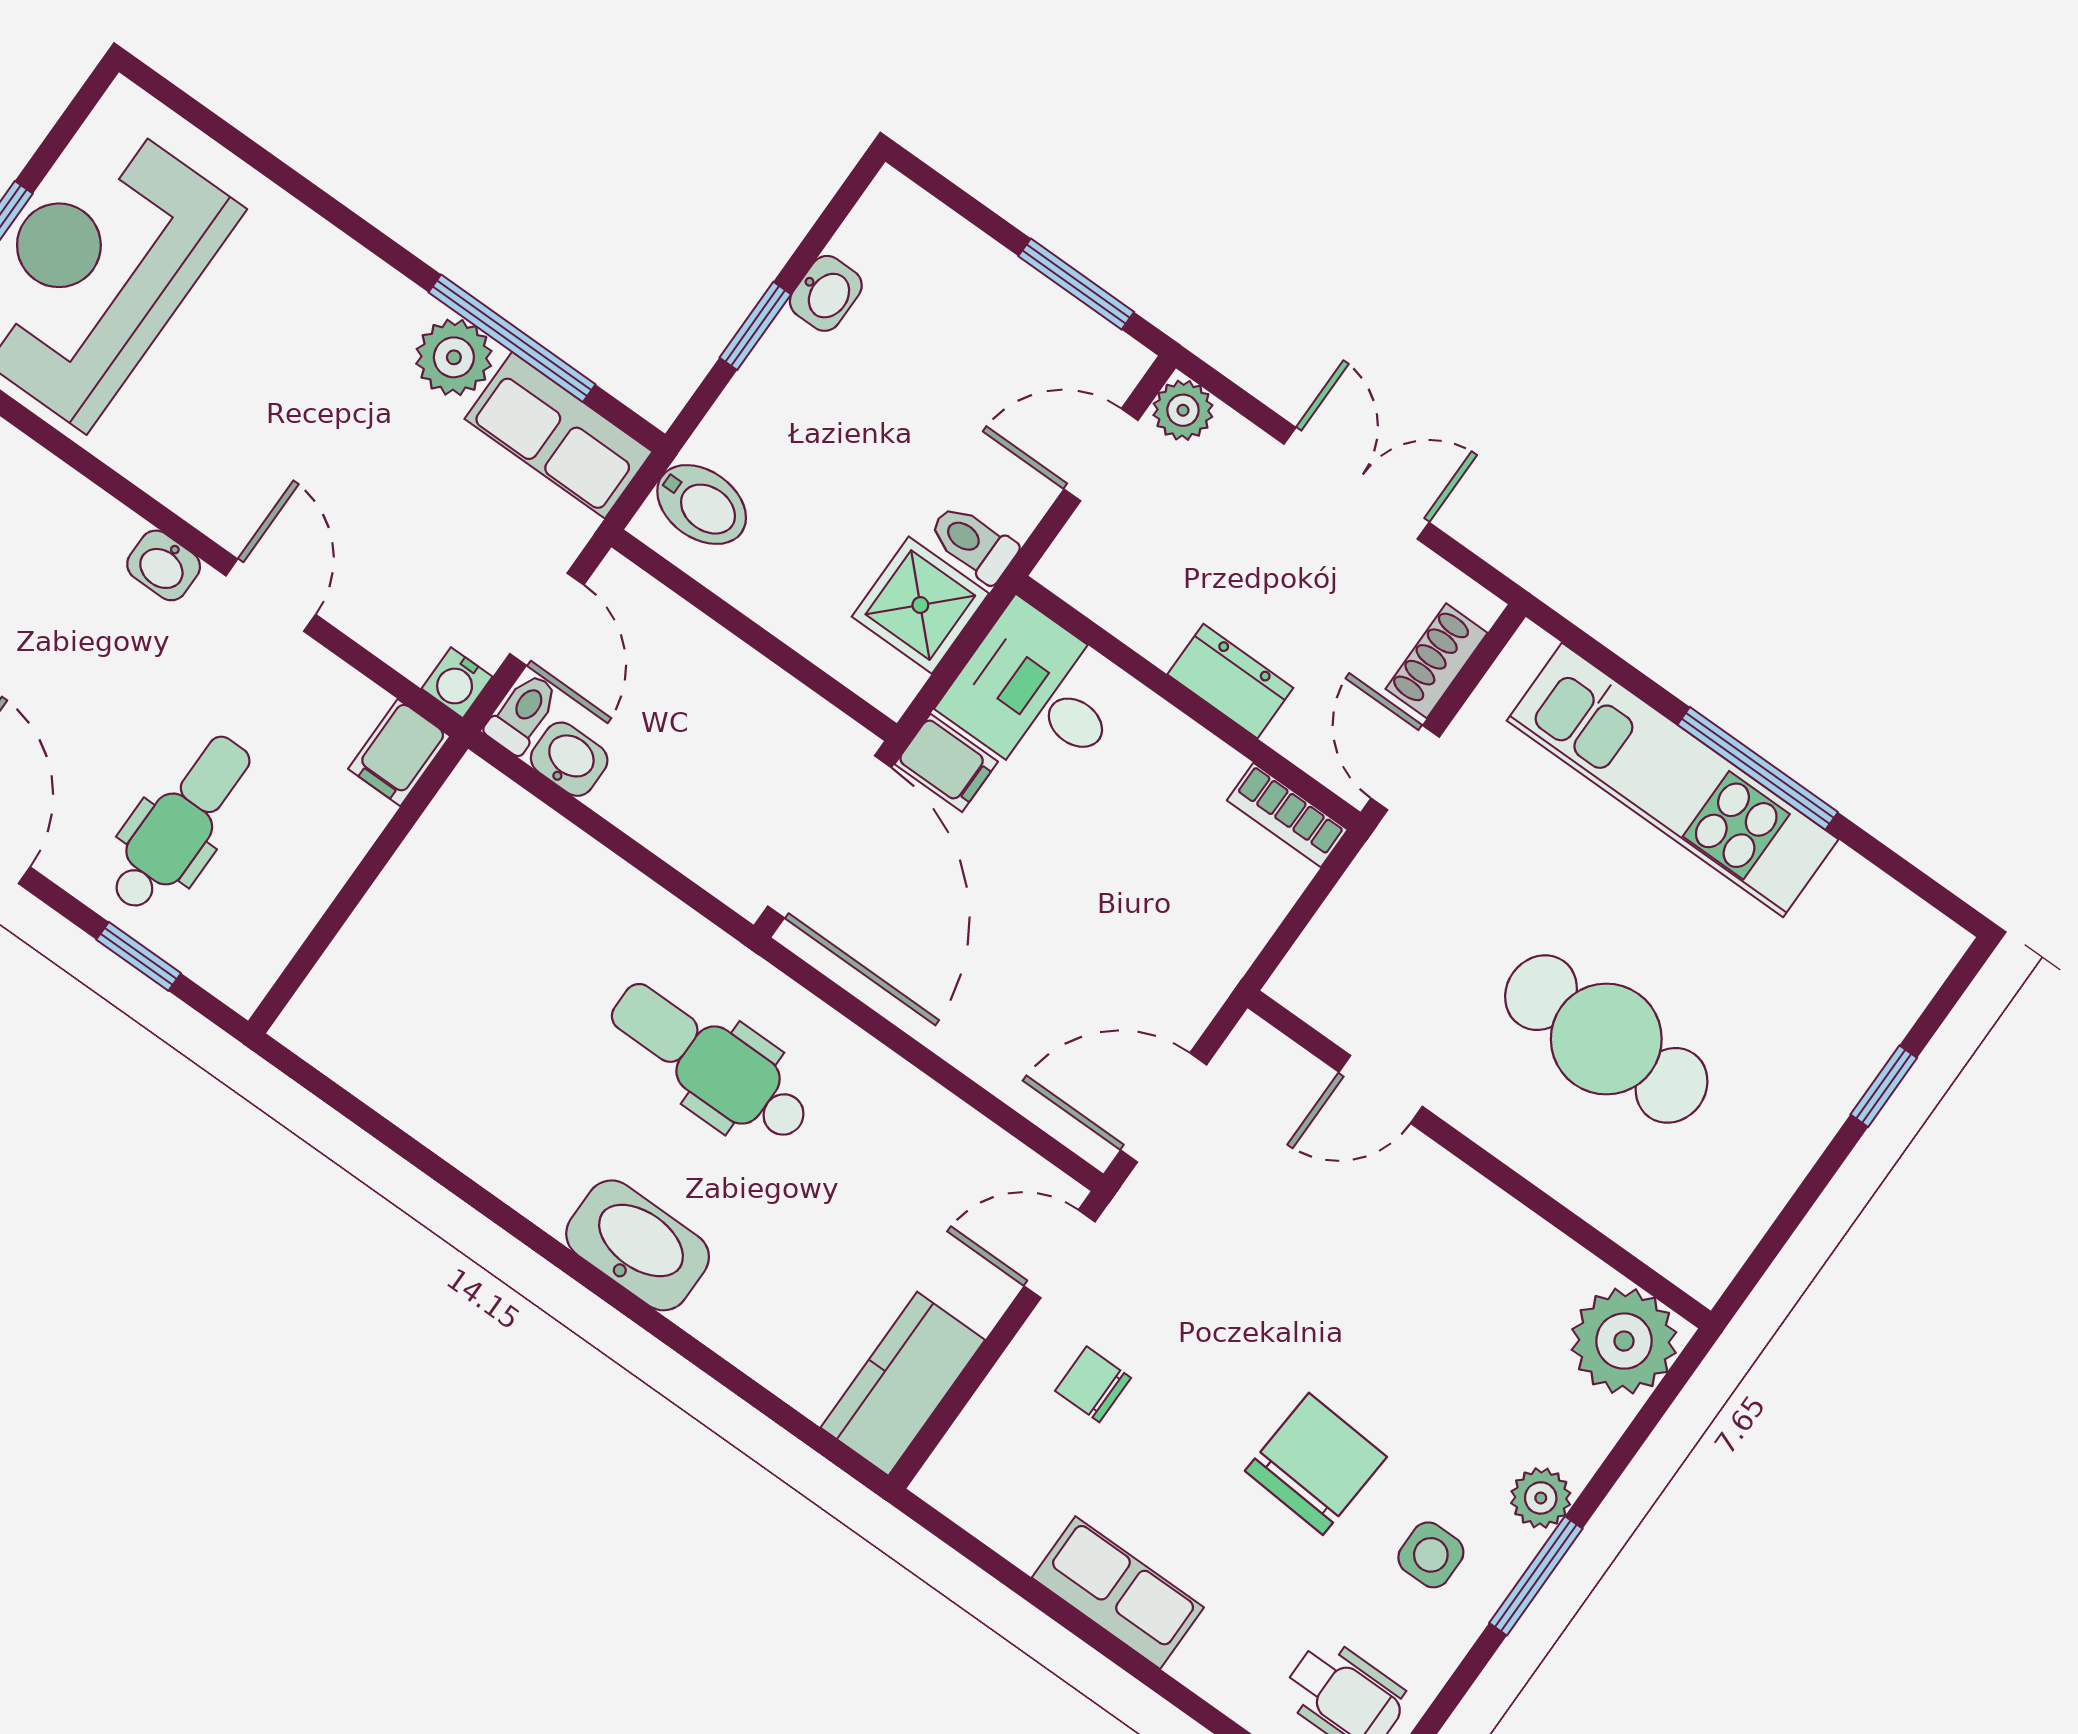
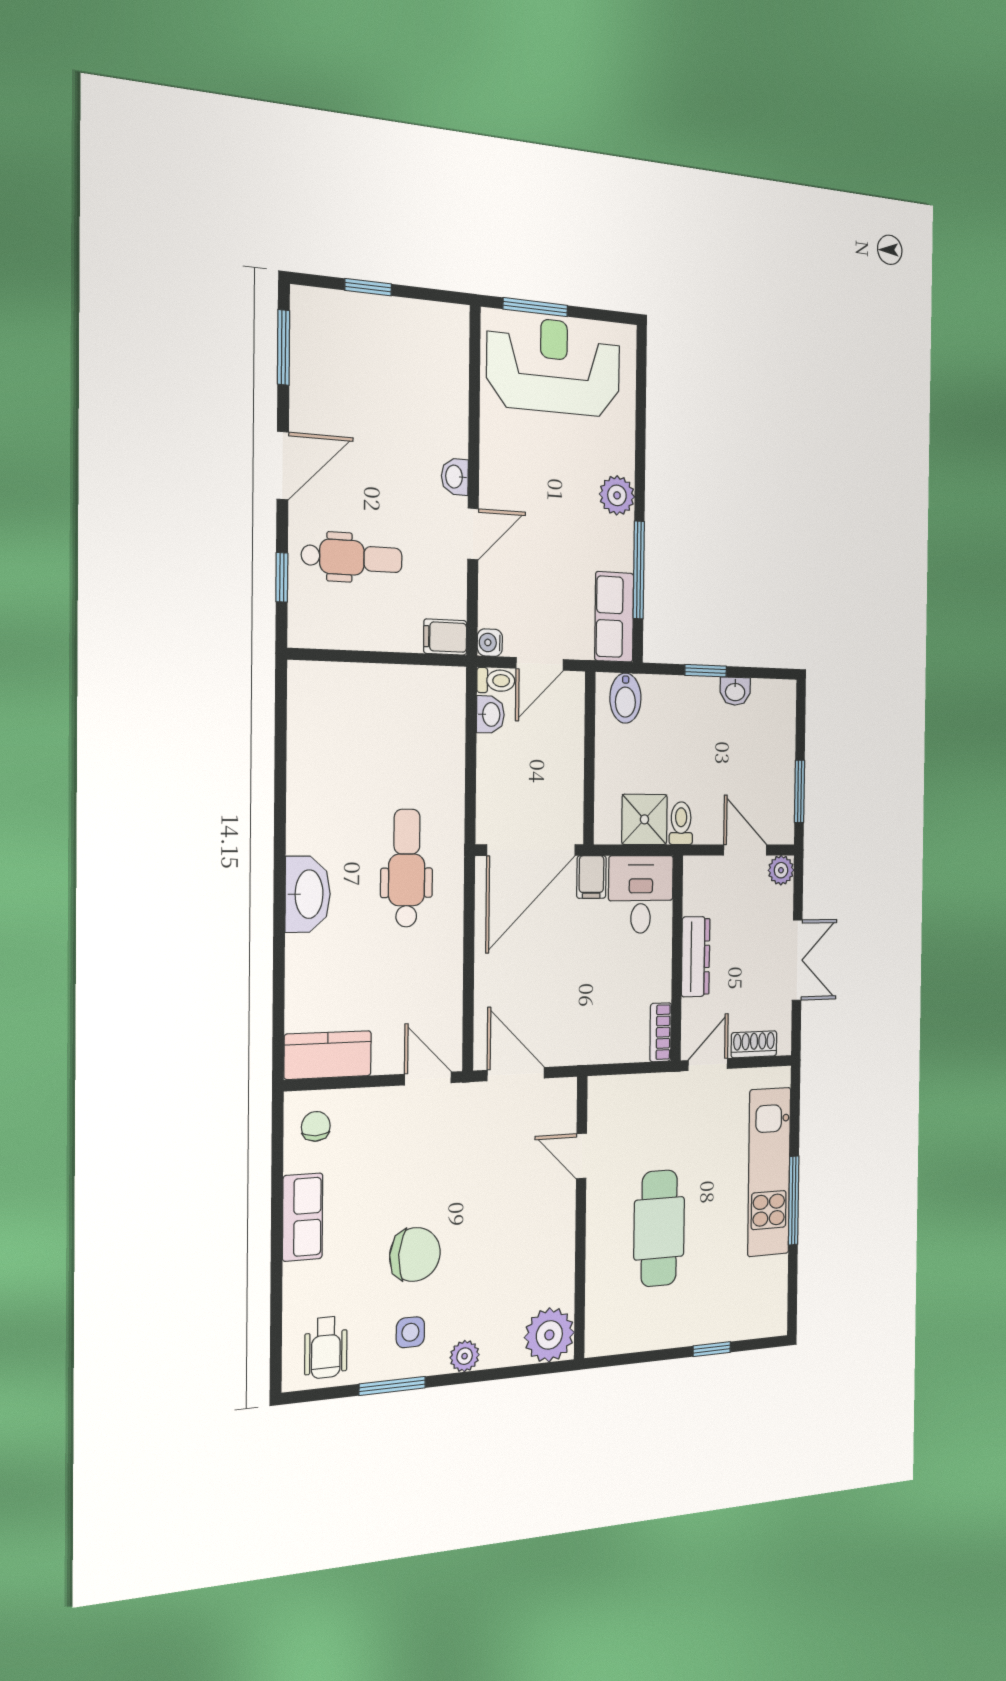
plant: (454, 357) -> (617, 495), moved
dresser: (1230, 681) -> (696, 957), width x1.44
chair: (1093, 1384) -> (316, 1126), moved
window: (1536, 1576) -> (392, 1386), moved

